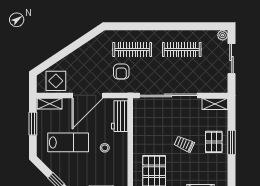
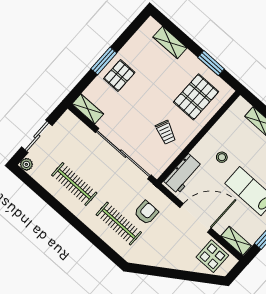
trolley: (184, 144) -> (166, 132), moved

